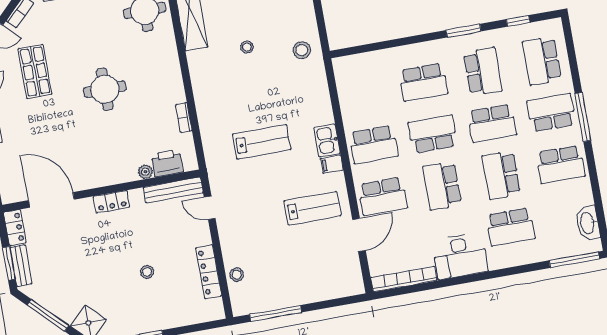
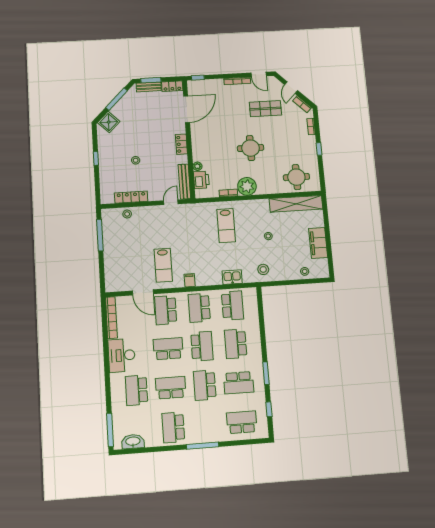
plant: (169, 89) -> (247, 186), added
school desk: (551, 113) -> (233, 305), moved
kitchen sink: (327, 140) -> (232, 277), moved
lab bench: (262, 142) -> (226, 226), moved

